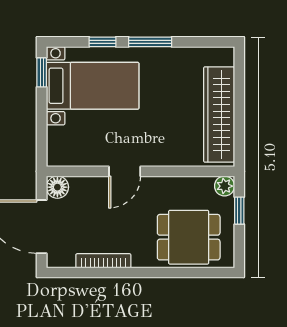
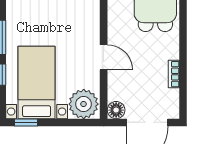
plant: (65, 146) -> (84, 104), added
bookcase: (103, 261) -> (174, 74), width x0.64

